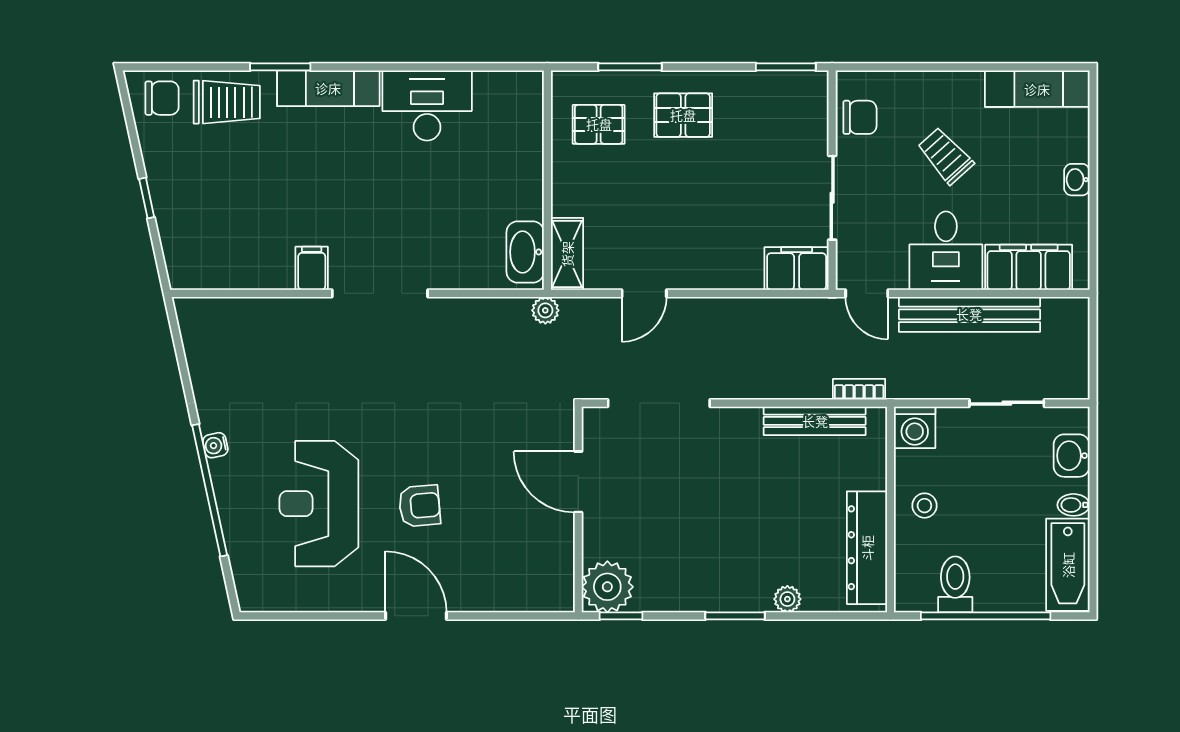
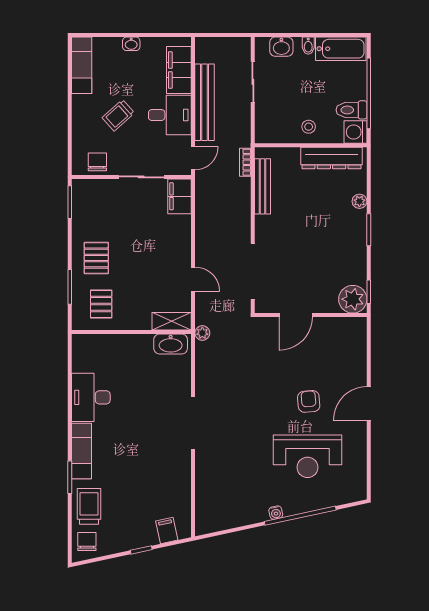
filing cabinet: (312, 268) -> (167, 530), moved, turned 78
washing machine: (915, 427) -> (355, 132), moved, turned 180

